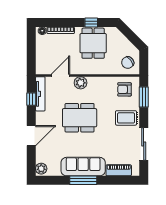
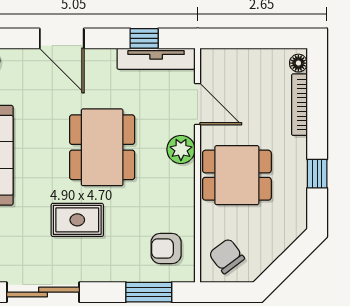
dining table: (93, 43) -> (237, 175), moved
armchair: (124, 89) -> (166, 249), turned -90
rug: (126, 118) -> (77, 220), moved, turned 90

